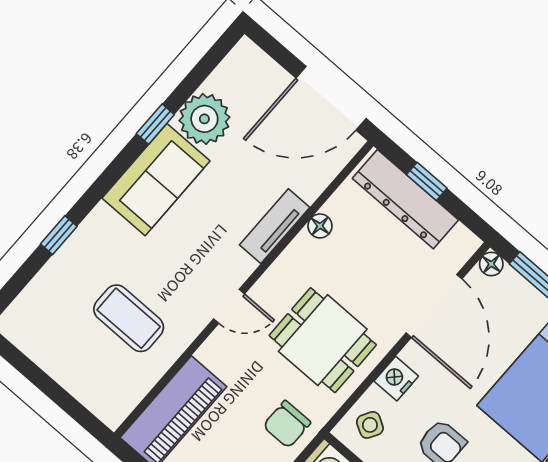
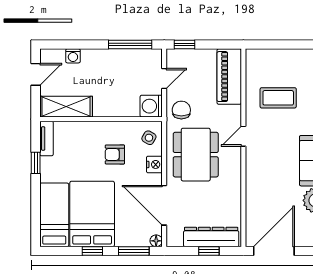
tv unit: (275, 226) -> (253, 183), removed
floor lamp: (320, 226) -> (235, 198), removed
dining table: (323, 340) -> (196, 155), width x1.38

